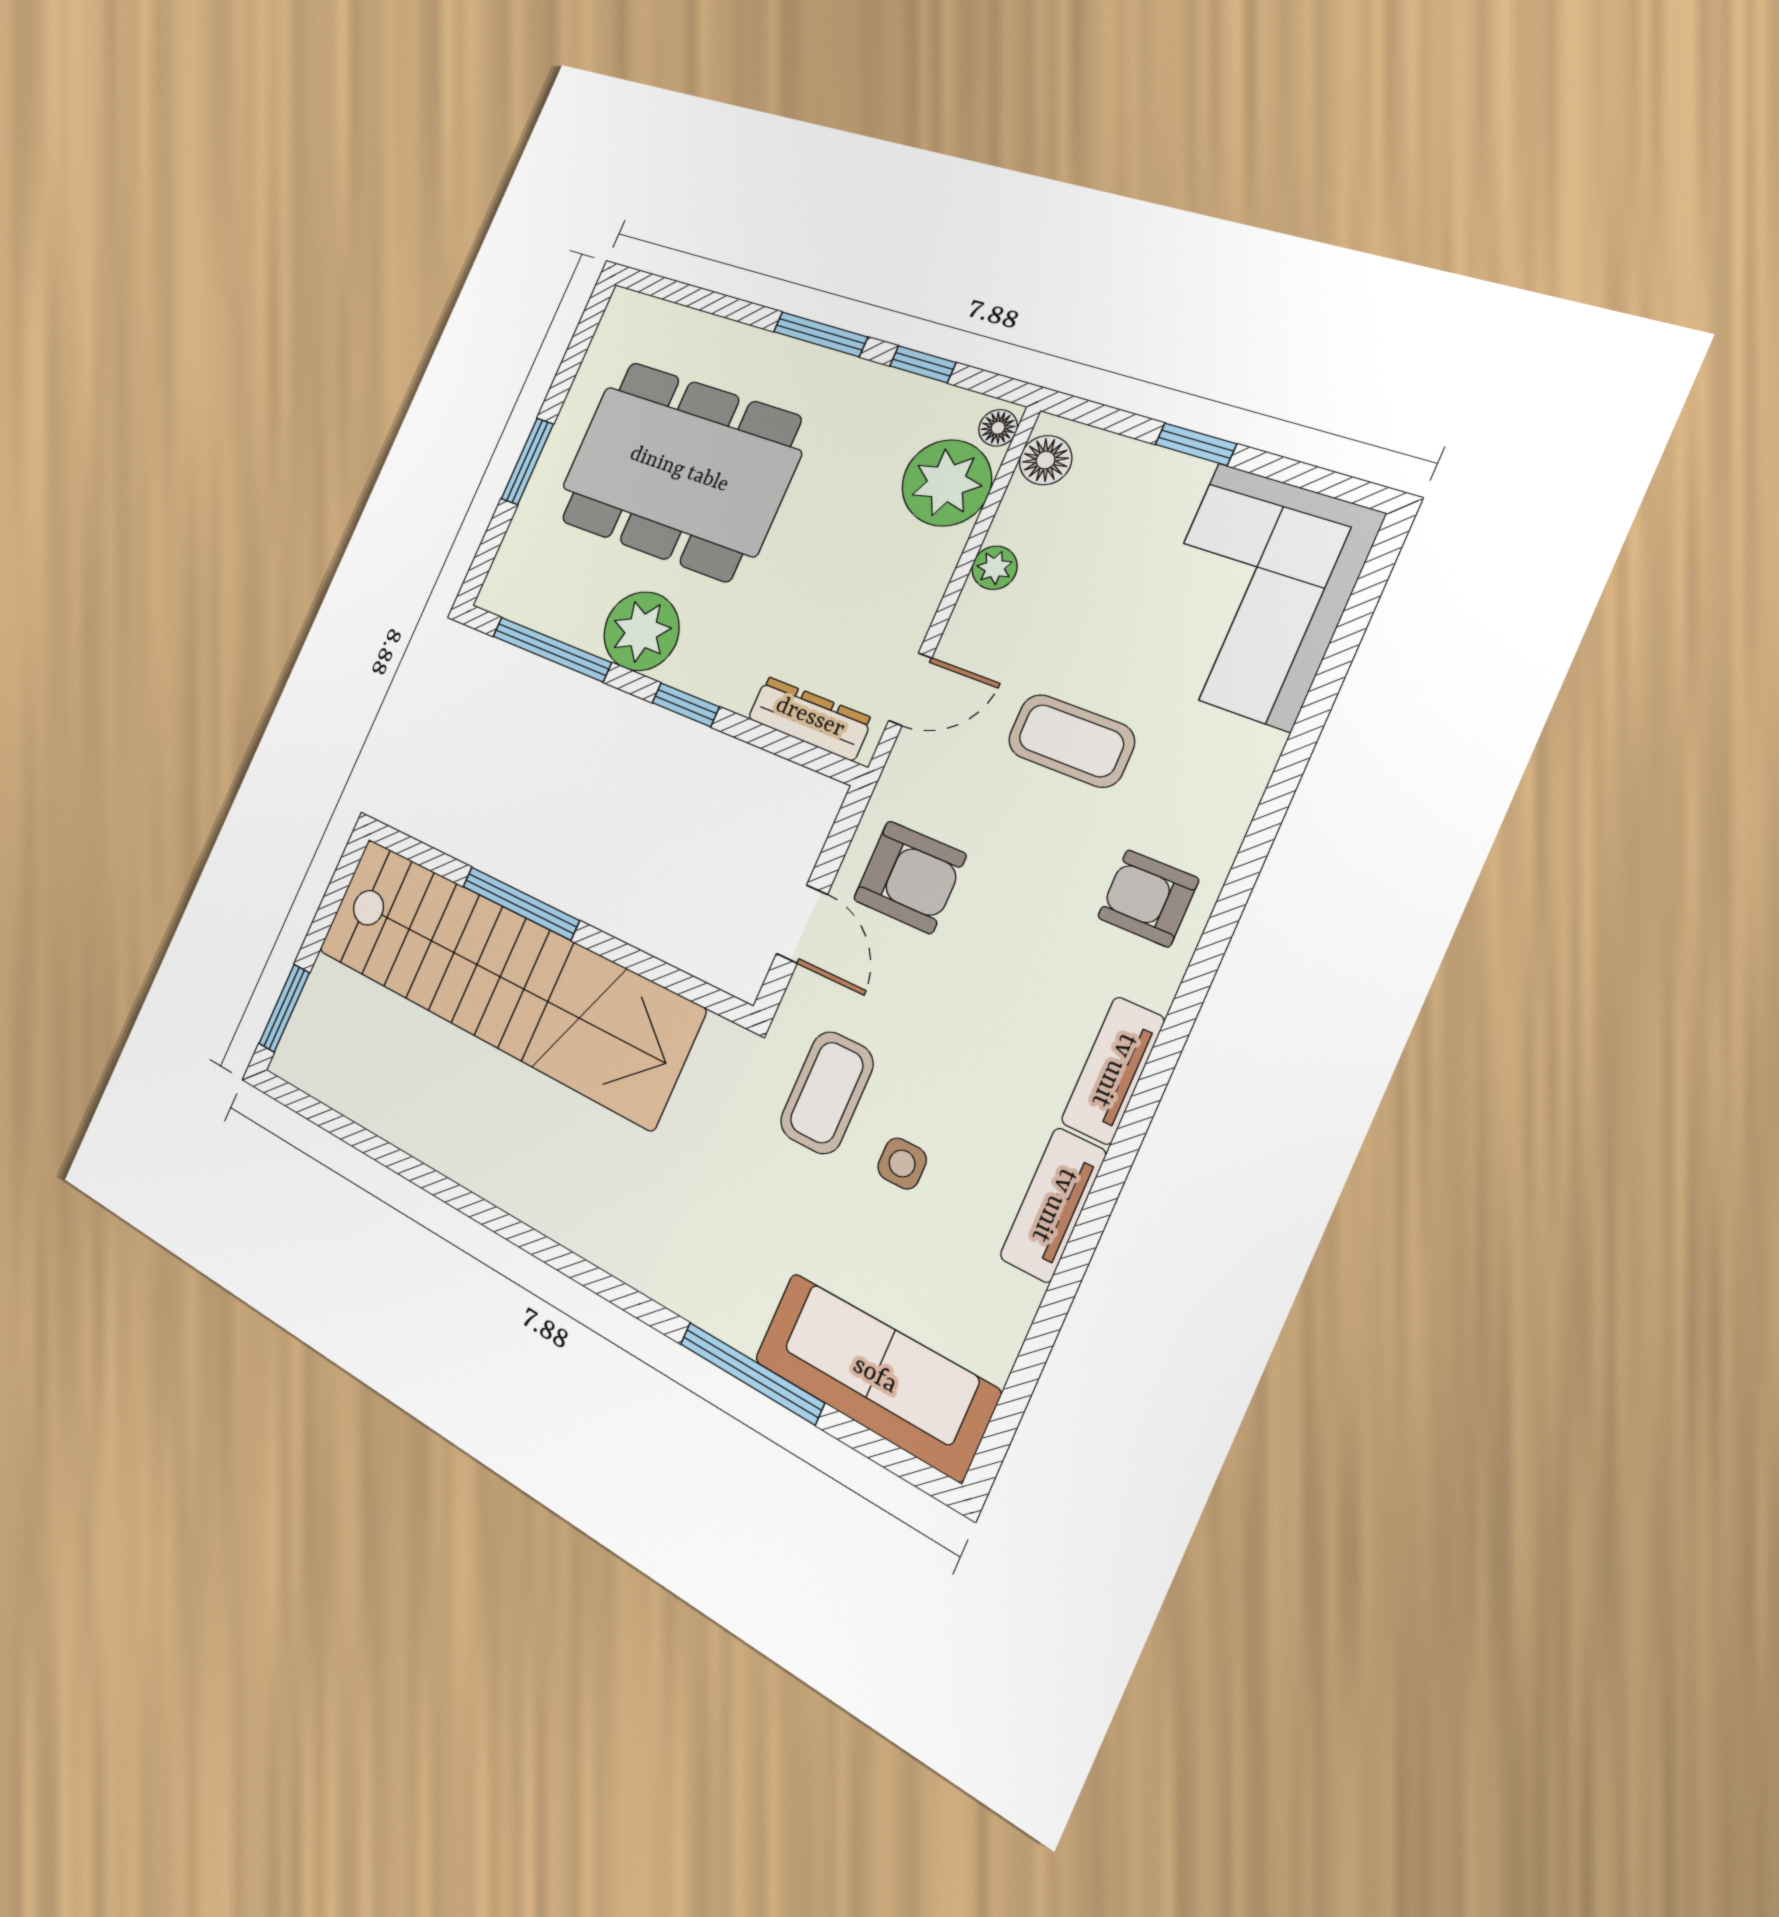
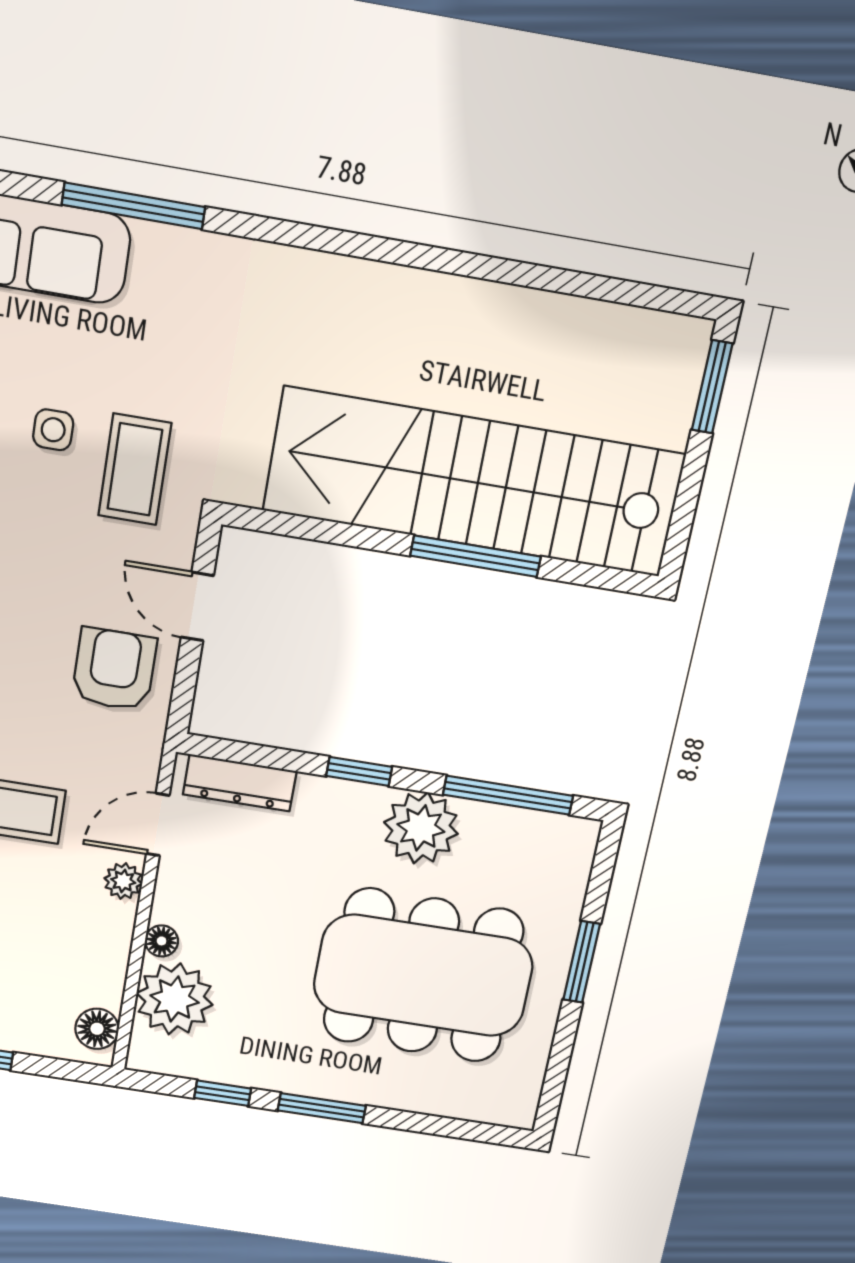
floor lamp: (998, 428) -> (162, 941), moved
plant: (995, 568) -> (123, 881), moved
armchair: (910, 877) -> (114, 669), turned 90

